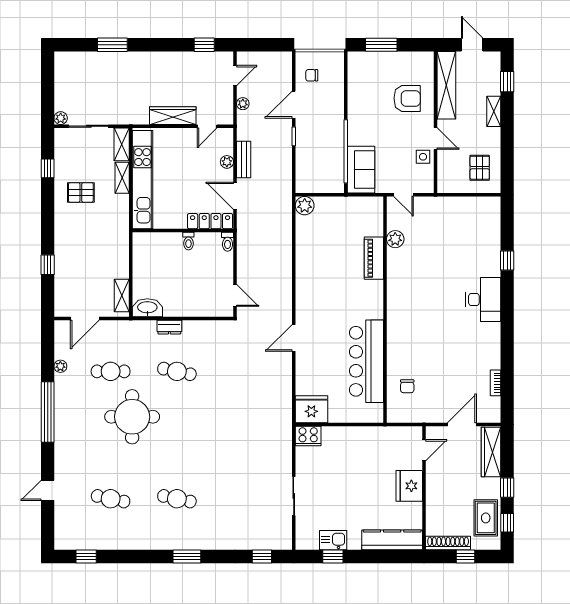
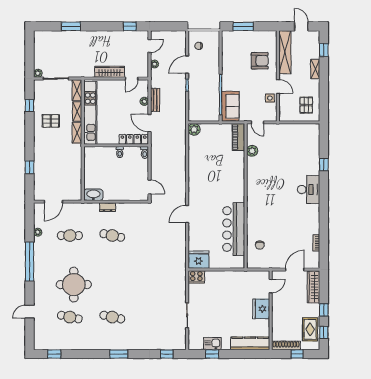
piano: (374, 258) -> (238, 137), moved
shelving: (122, 296) -> (77, 133), moved
round table: (132, 417) -> (74, 285), moved

